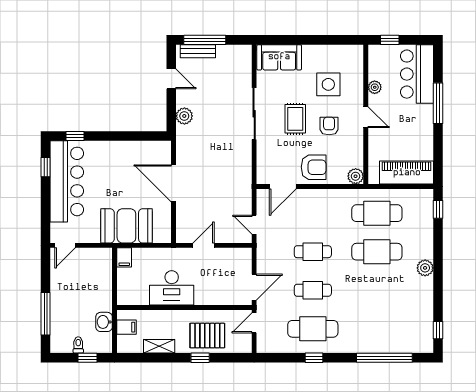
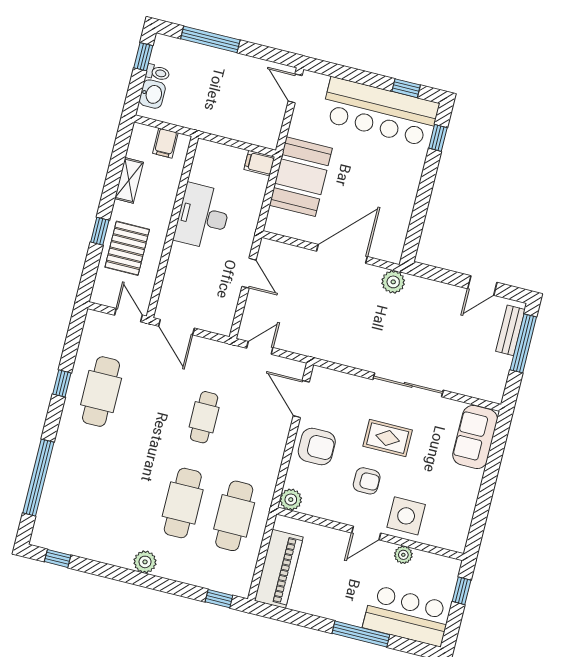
side table: (328, 84) -> (406, 516), moved
plant: (184, 116) -> (393, 282), moved
armchair: (314, 167) -> (317, 447), turned -90
cafe table: (313, 290) -> (153, 404), removed
washbasin: (104, 322) -> (152, 94), moved, turned 90
window: (88, 358) -> (143, 57), moved

